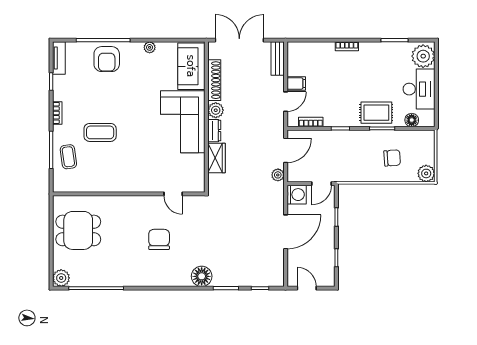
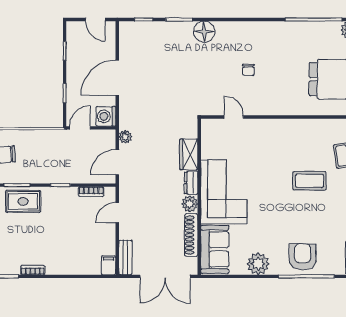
bookcase: (347, 46) -> (33, 270), moved
plant: (150, 47) -> (258, 264), width x1.88, depth x1.88
filing cabinet: (296, 83) -> (109, 265), moved, turned 90
chair: (159, 239) -> (248, 70), width x0.54, depth x0.54

